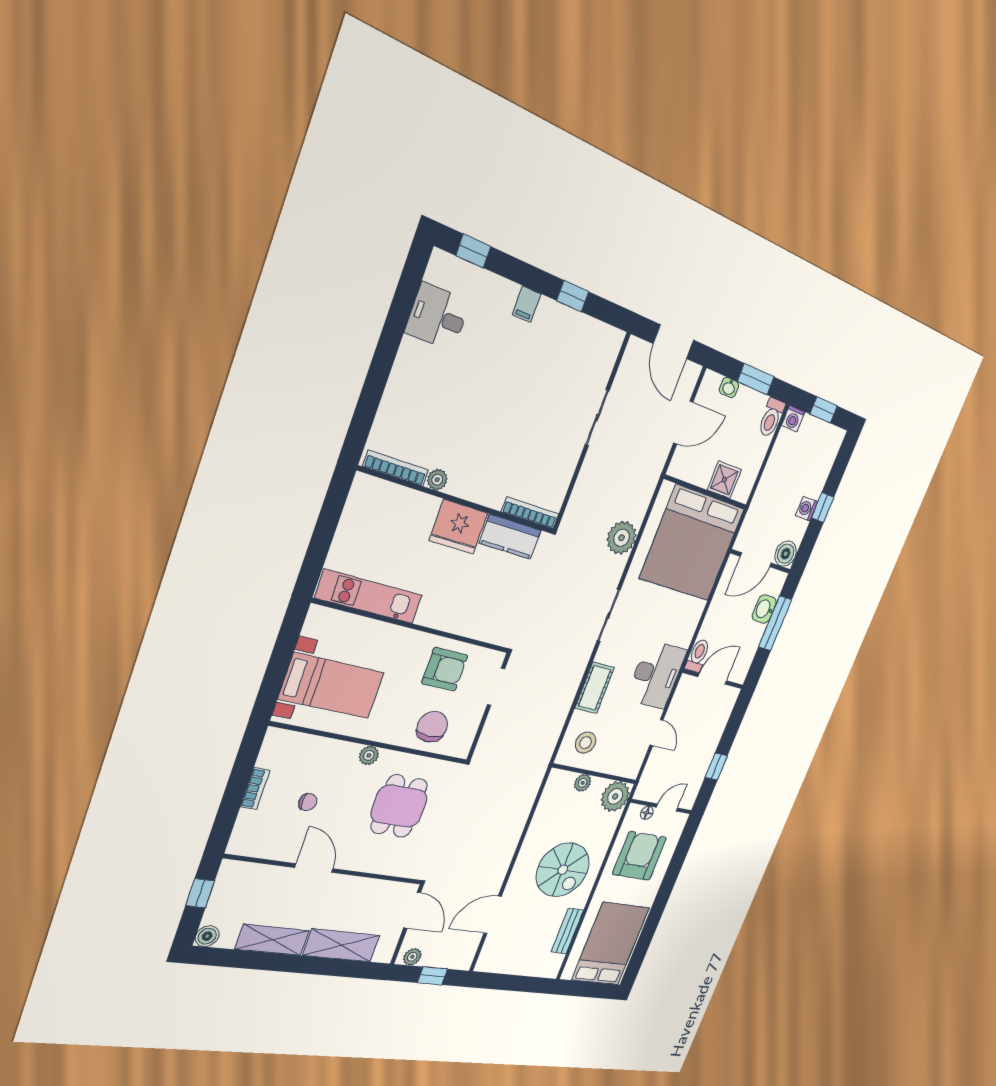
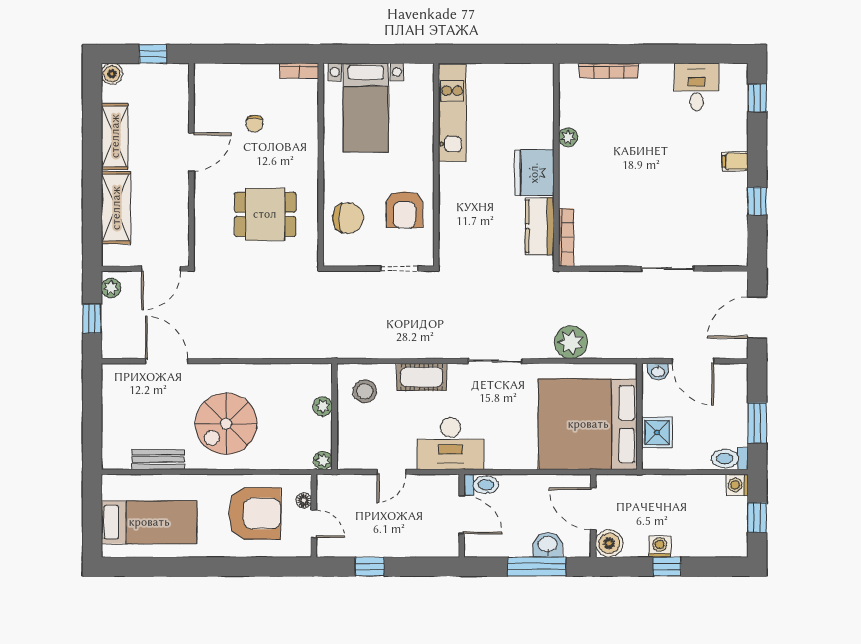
washbasin: (729, 388) -> (658, 372), moved, turned -90
bookcase: (396, 468) -> (609, 71), moved, turned 90
plant: (369, 755) -> (309, 166), removed
bookcase: (255, 789) -> (299, 71), moved
plant: (615, 796) -> (323, 460), width x0.53, depth x0.53
bed: (610, 944) -> (149, 522), width x0.67

